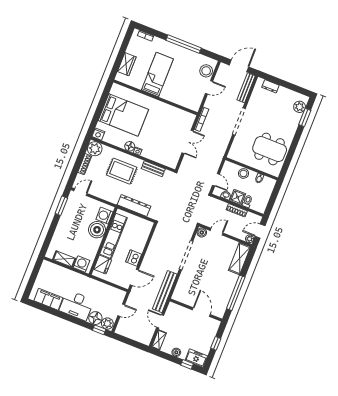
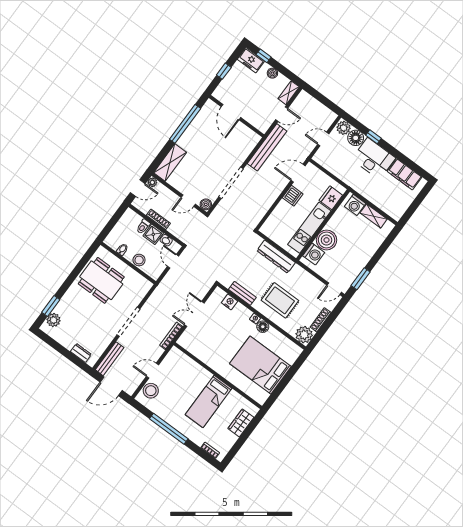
nightstand: (98, 134) -> (230, 302), moved
door: (160, 321) -> (282, 114), hinge flipped
window: (99, 330) -> (373, 137), moved

